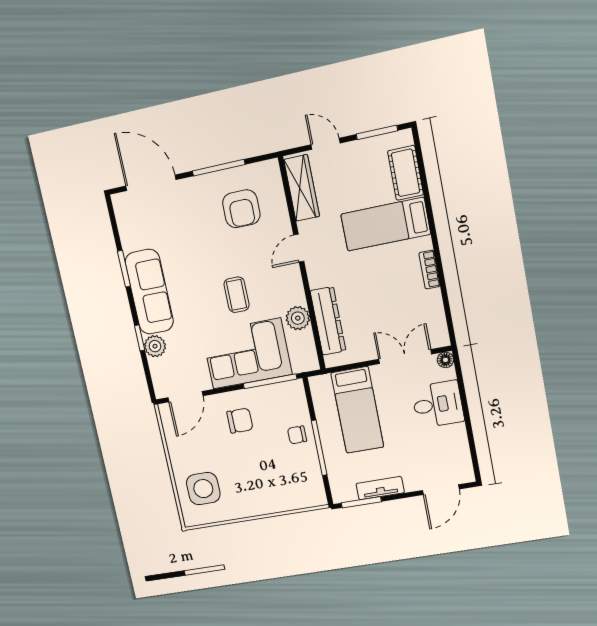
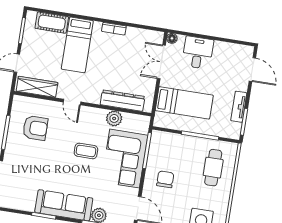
chair: (297, 435) -> (187, 146), removed
cafe table: (281, 481) -> (213, 168), added

